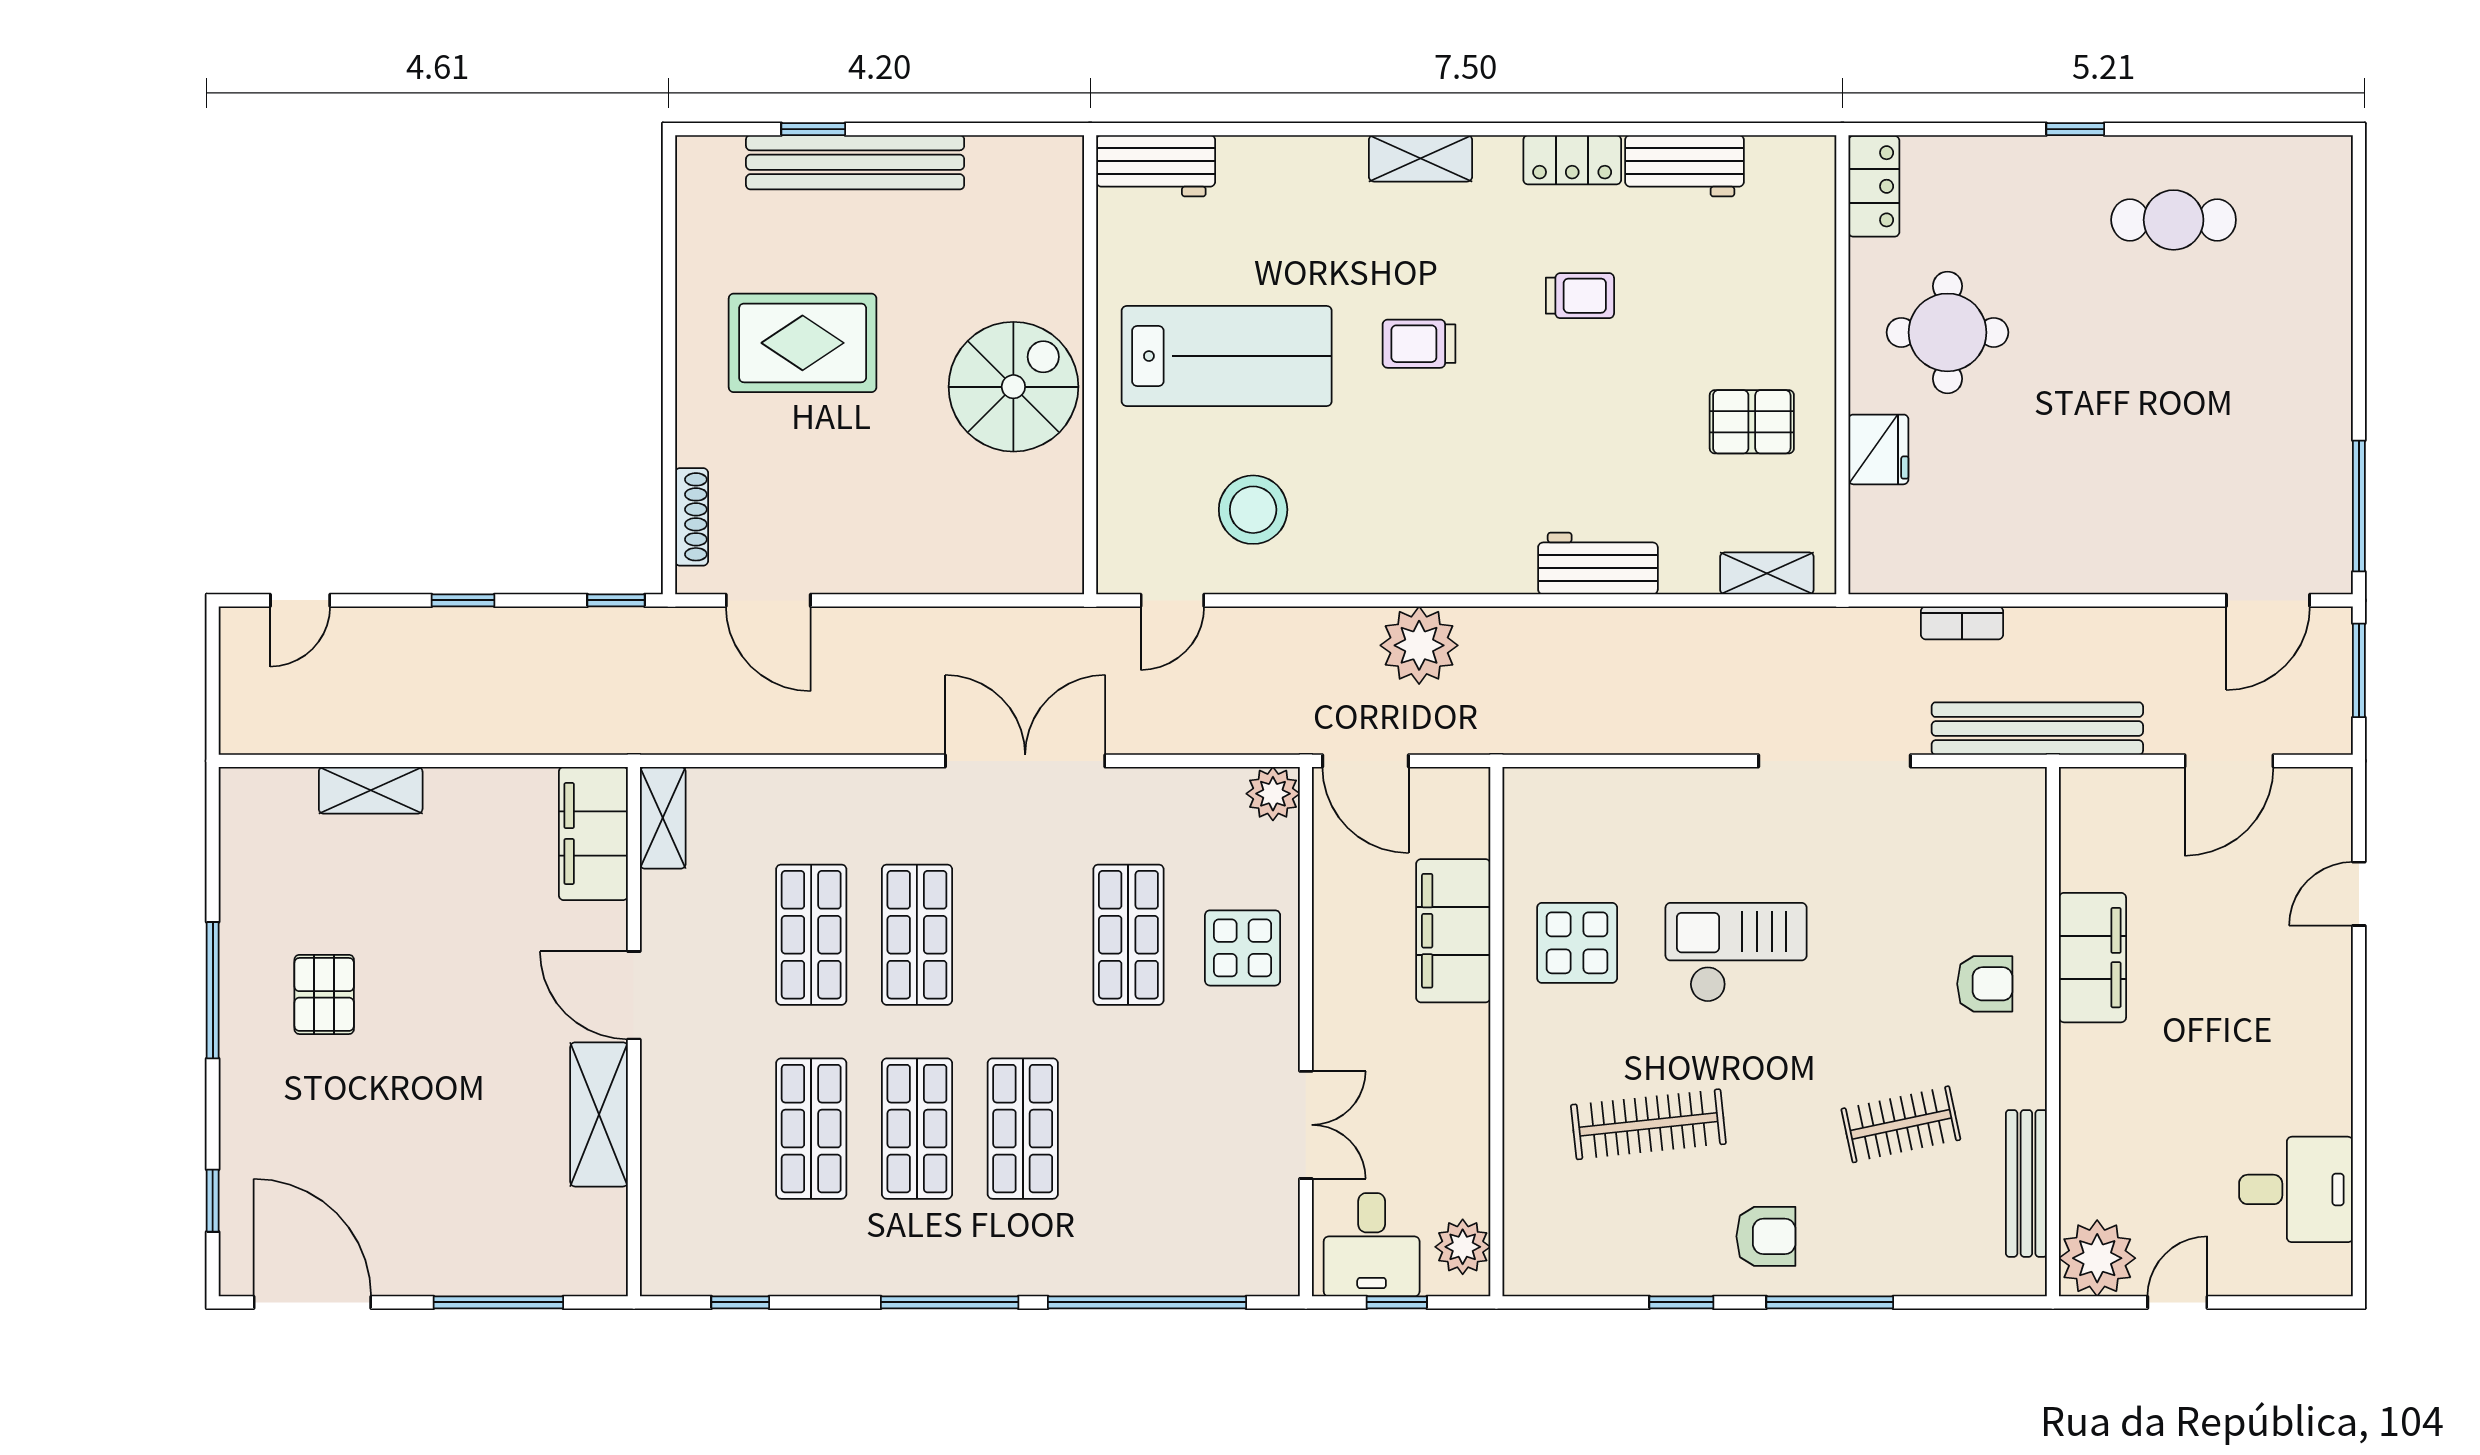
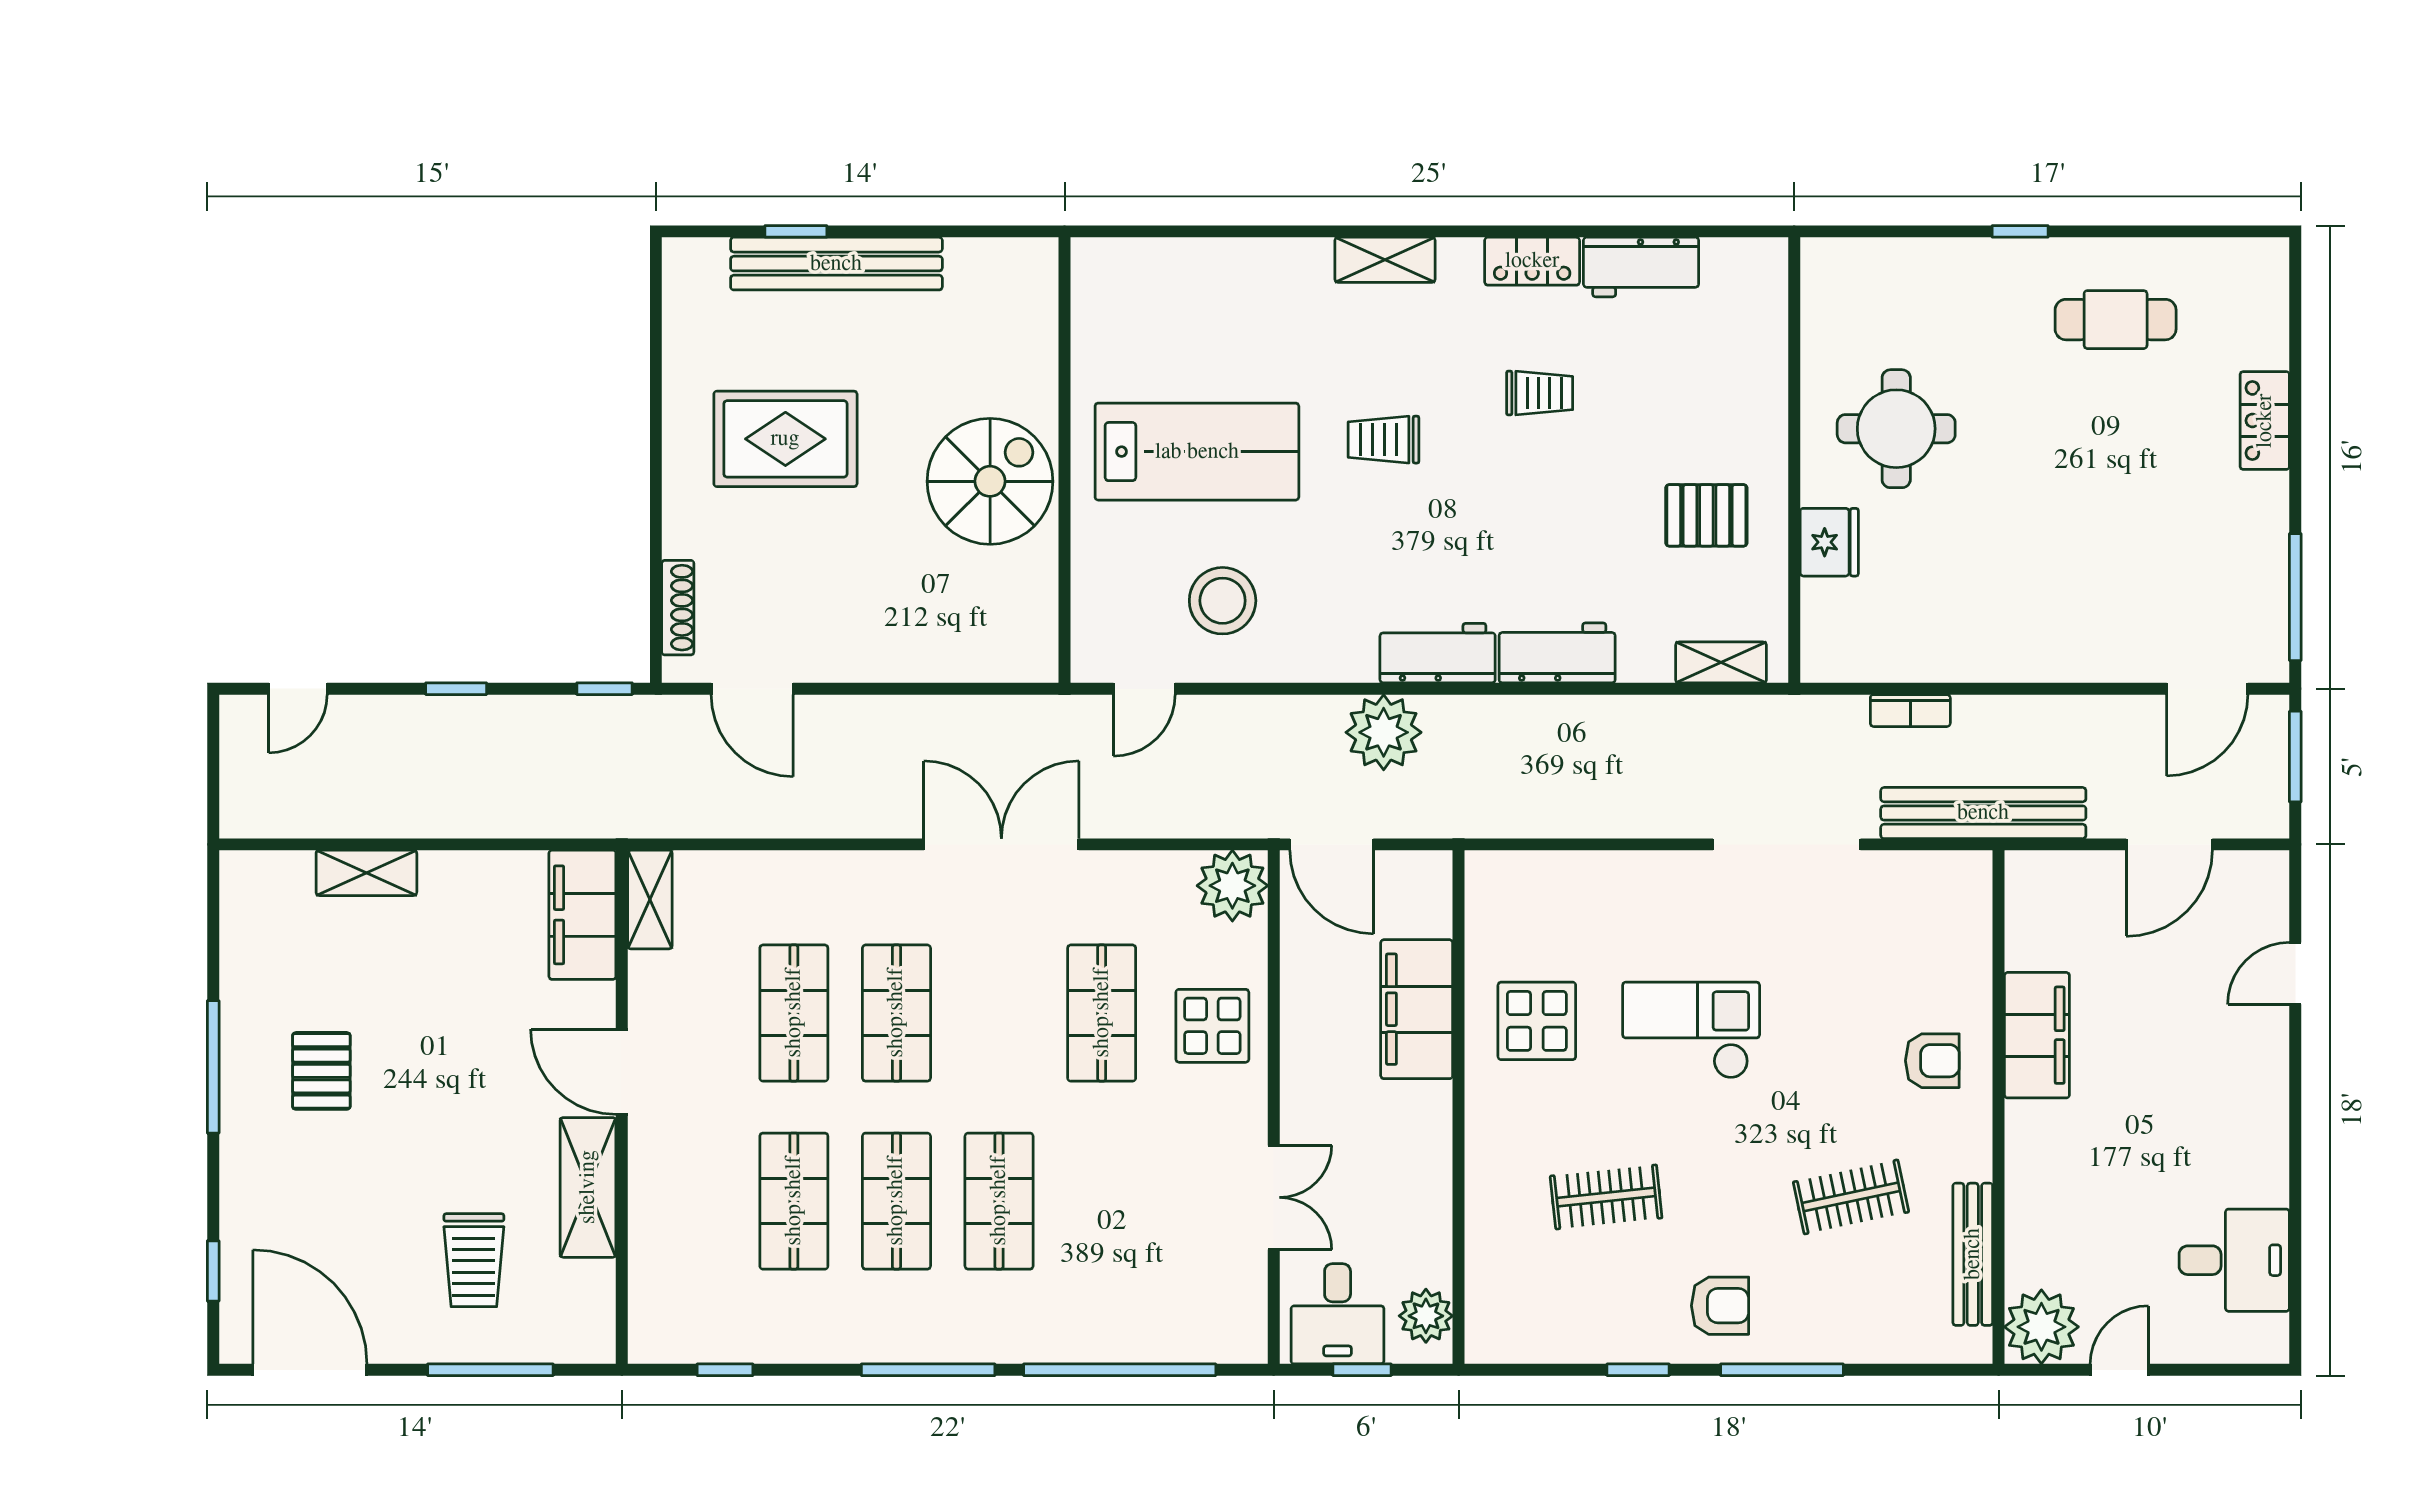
workbench: (1156, 166) -> (1438, 653), moved, turned 180
locker: (1874, 186) -> (2265, 421), moved, turned 180
plant: (1273, 794) -> (1232, 886), width x1.36, depth x1.36
clothes rail: (1648, 1124) -> (1606, 1197), width x0.73
trolley: (481, 1189) -> (474, 1260), added

